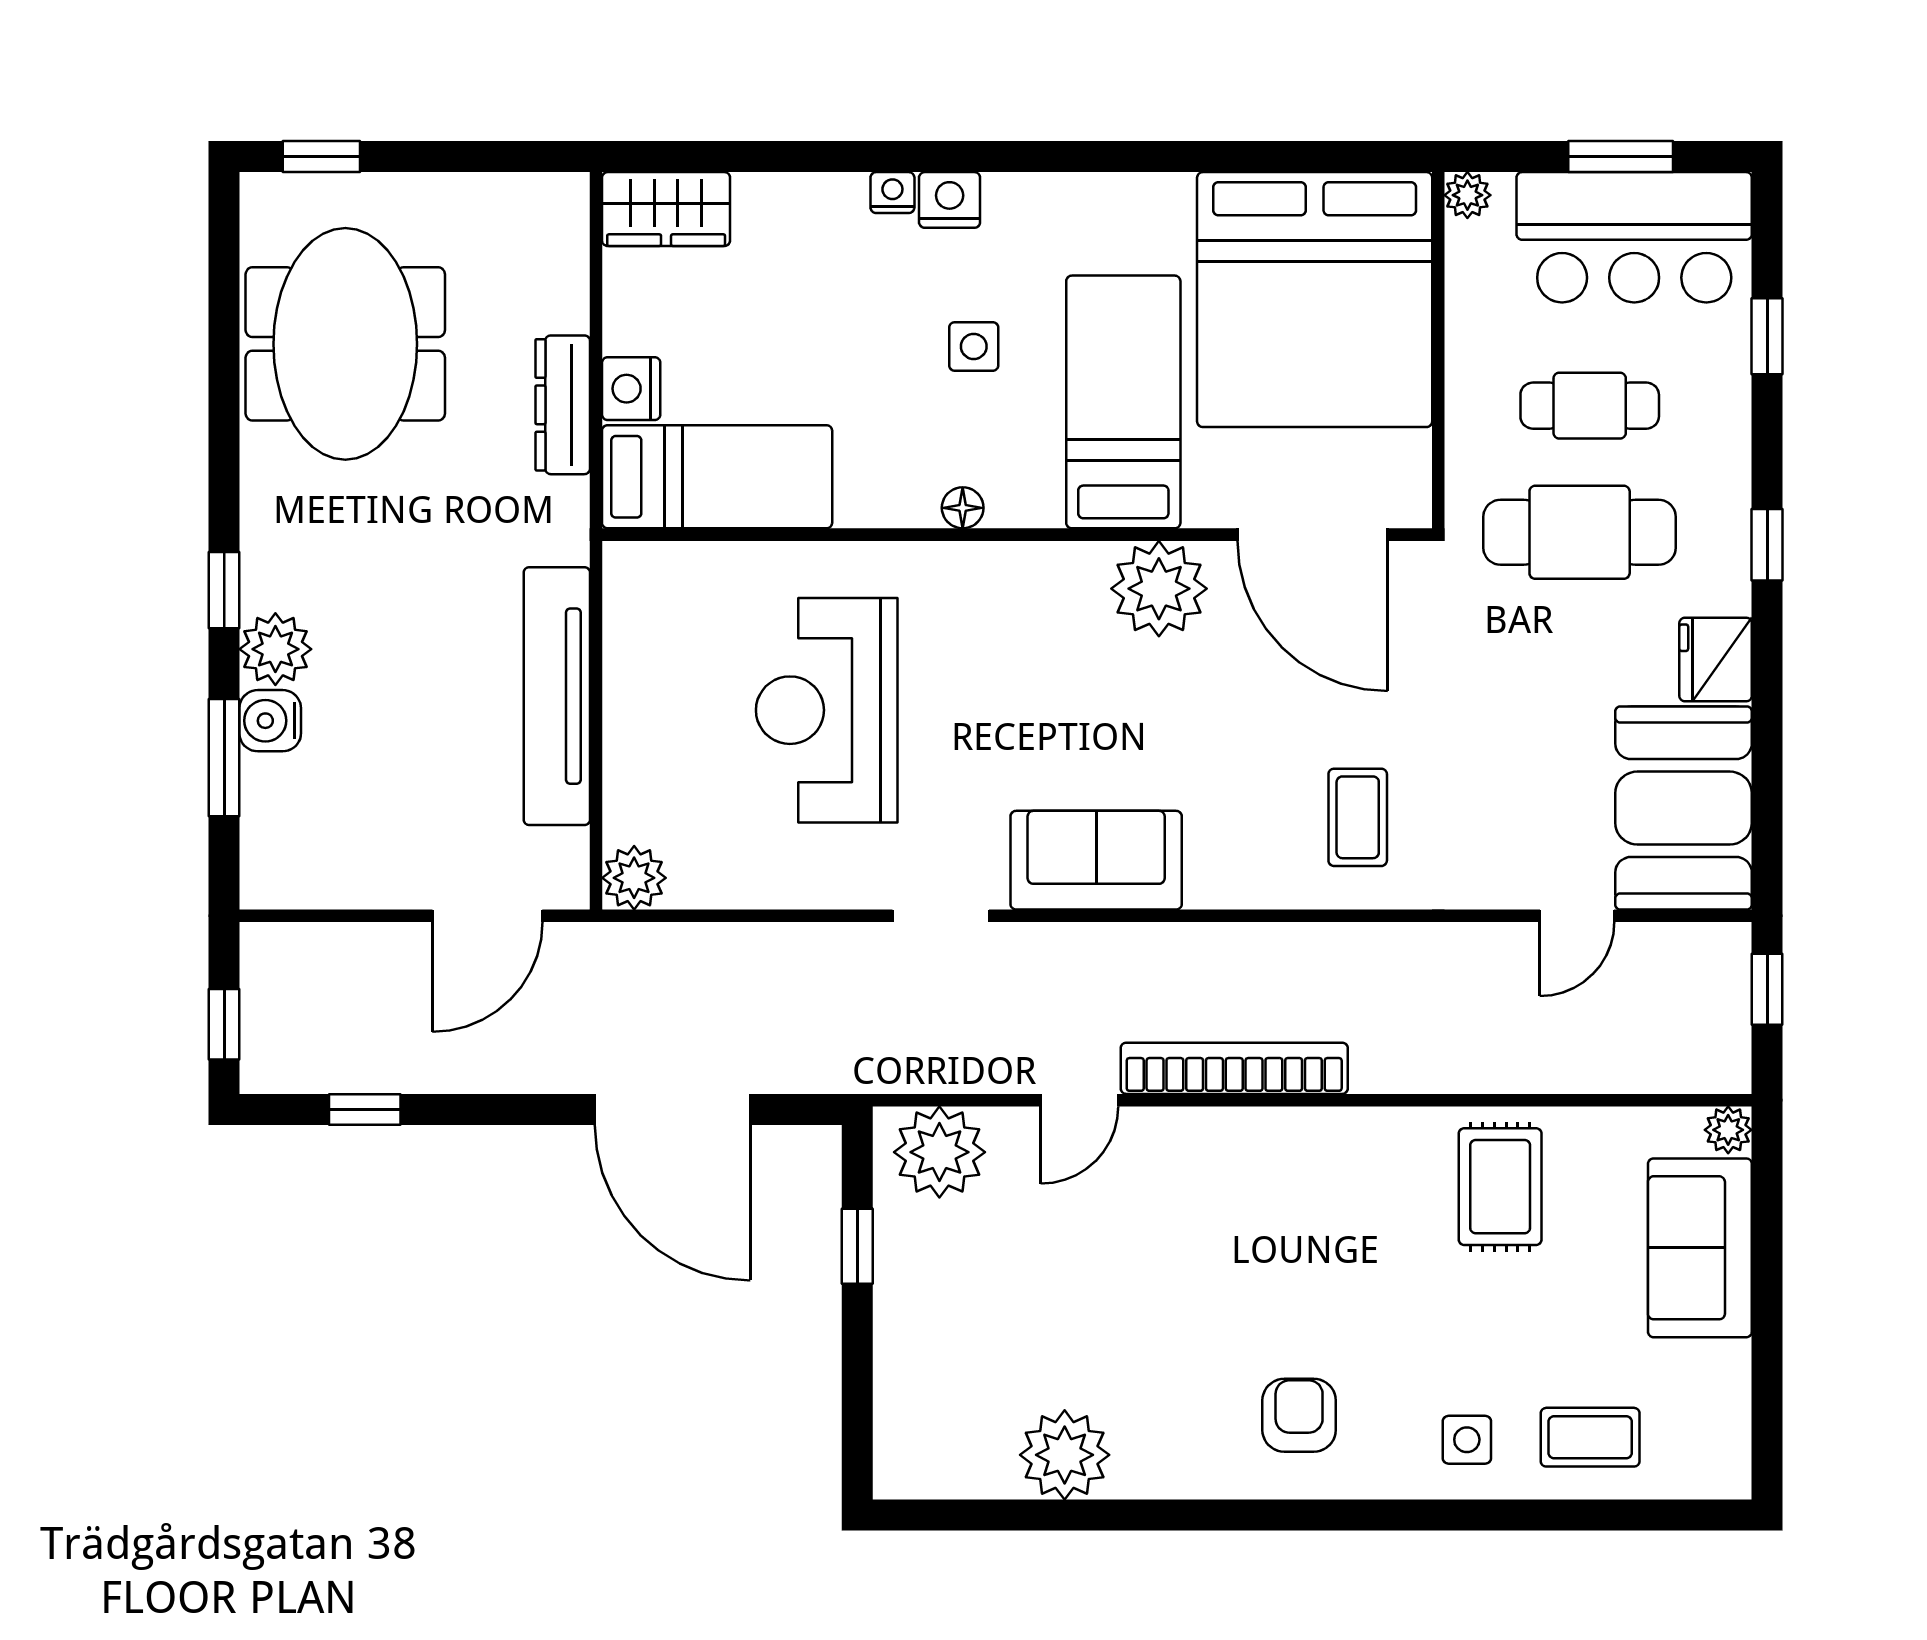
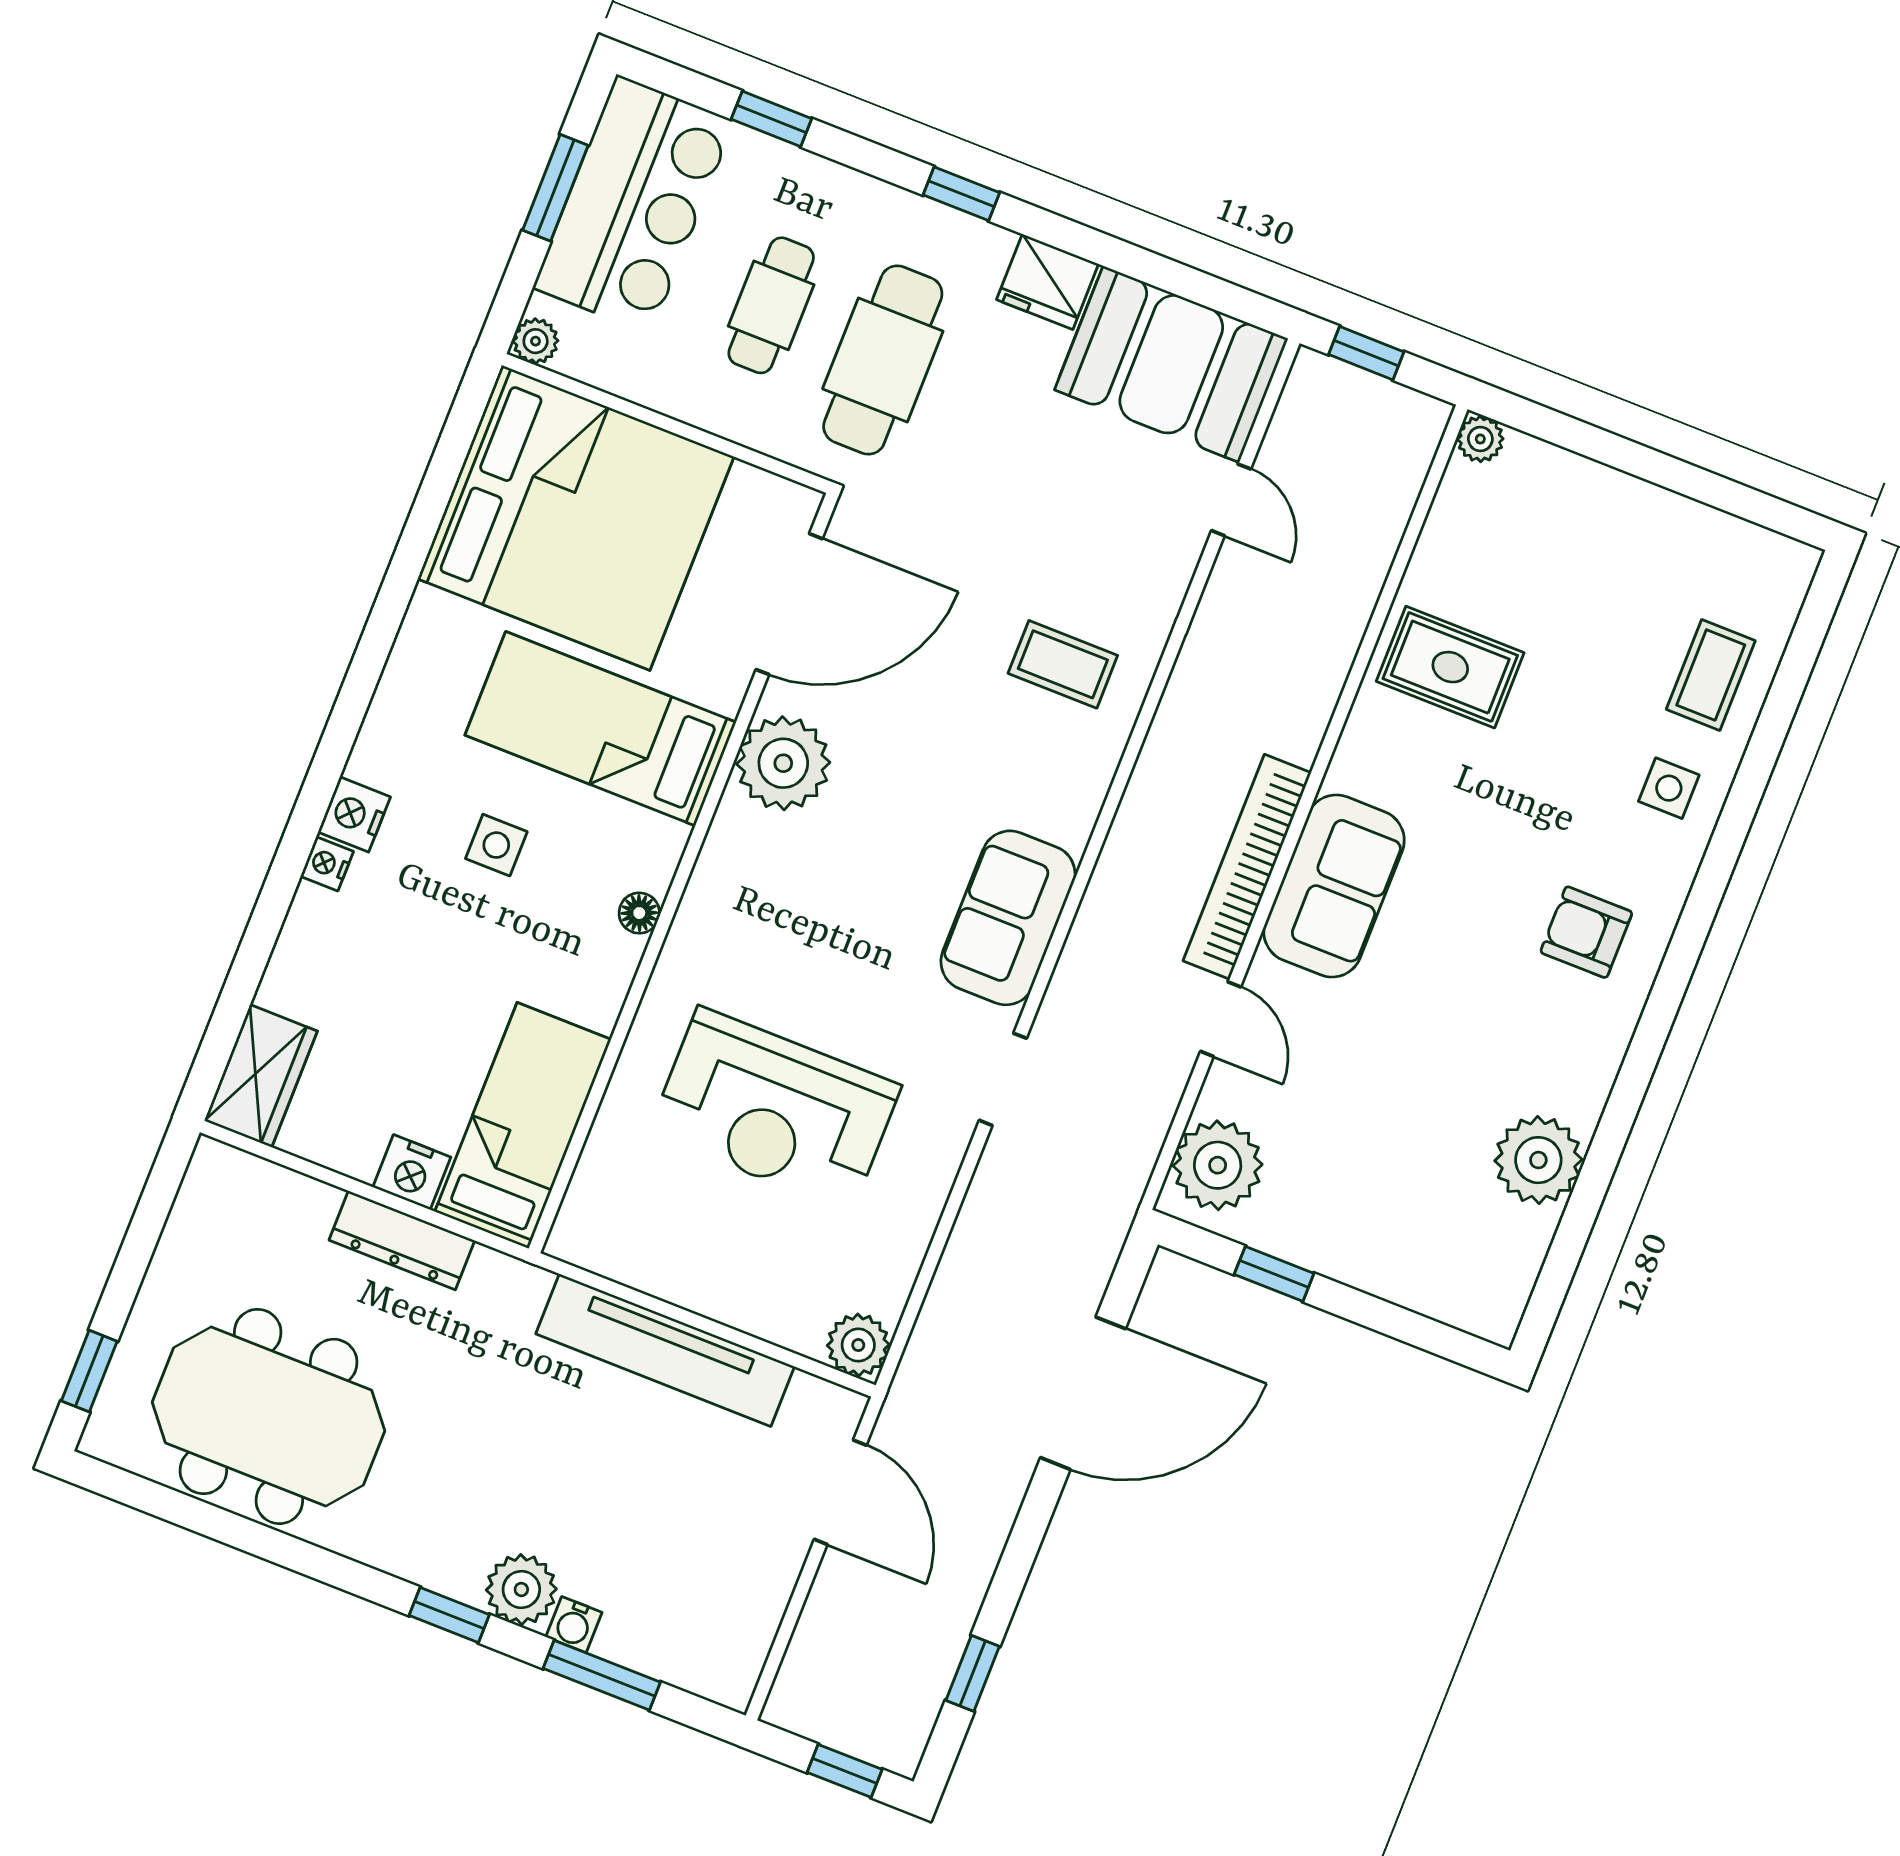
water cooler: (270, 721) -> (574, 1625), width x0.72, depth x0.72
sofa: (1700, 1248) -> (1334, 886), moved, turned -90

